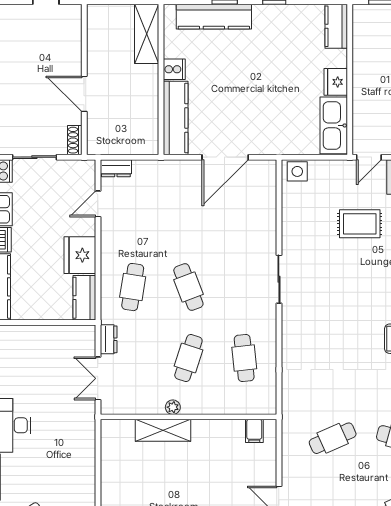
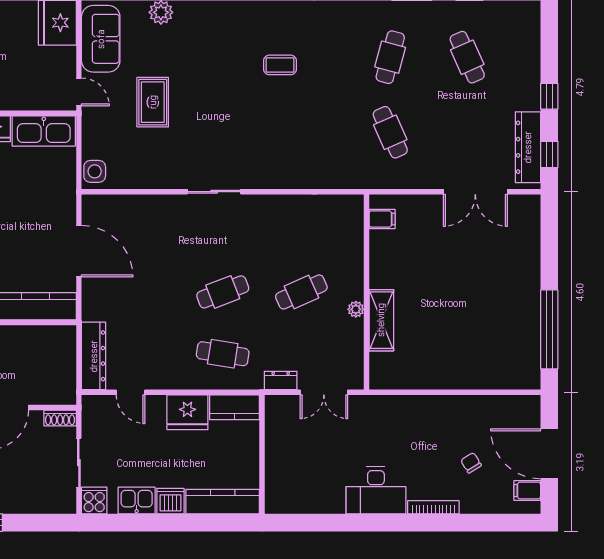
dresser: (116, 168) -> (94, 356), width x1.96, depth x1.24
cafe table: (188, 358) -> (301, 292), turned -42
cafe table: (244, 358) -> (301, 230), removed

